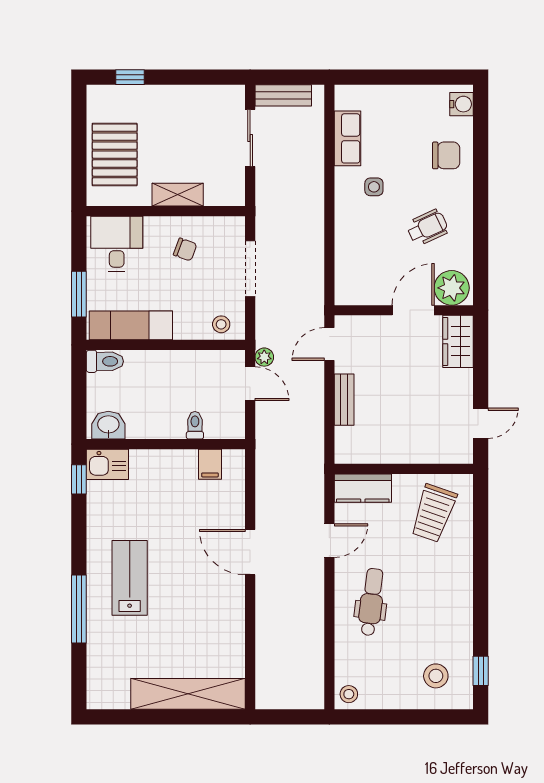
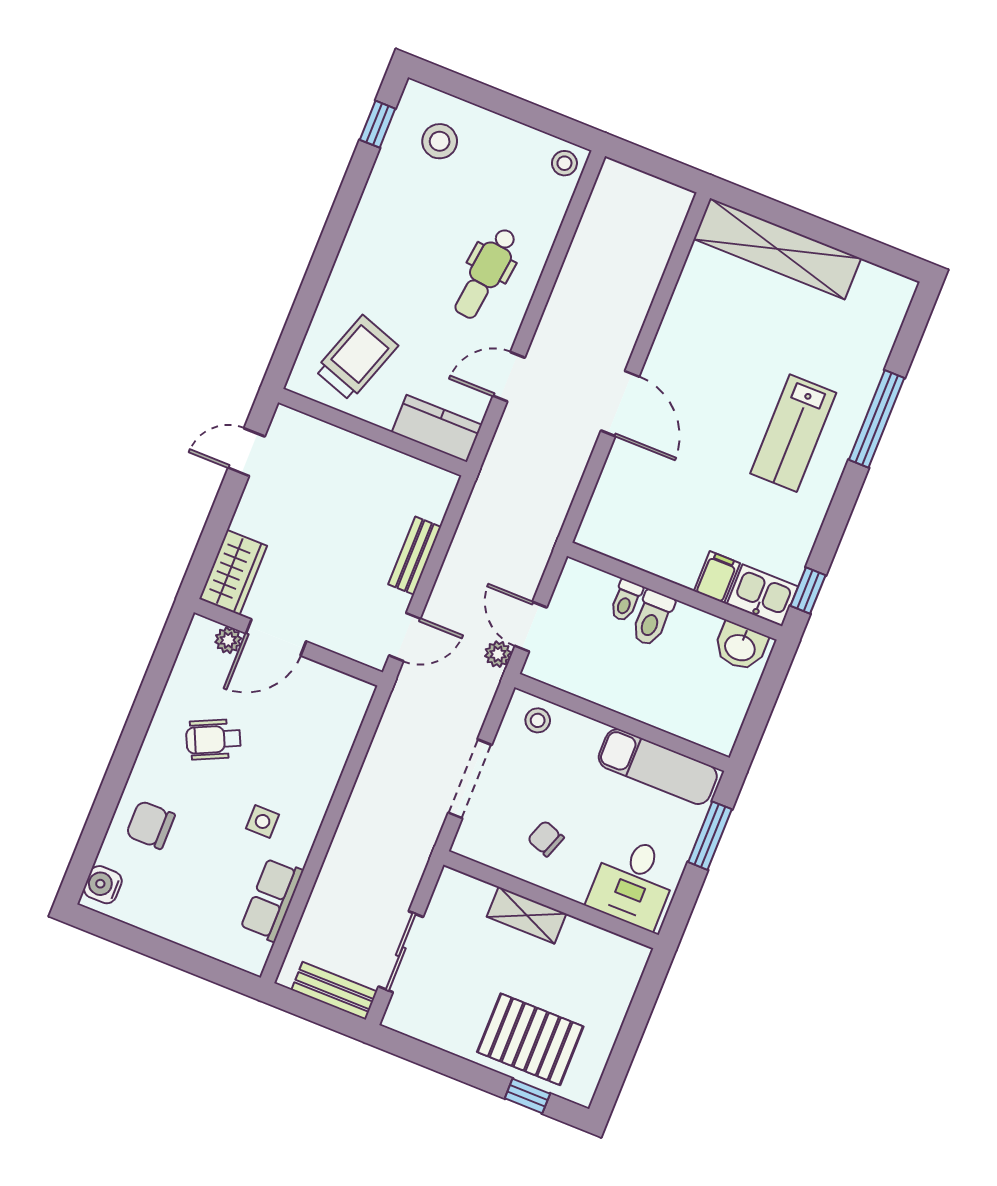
pallet: (115, 155) -> (530, 1039), moved, turned 90
plant: (452, 288) -> (228, 640), width x0.53, depth x0.53
toilet: (105, 361) -> (652, 618), moved, turned -90
filing cabinet: (210, 464) -> (717, 577), moved

